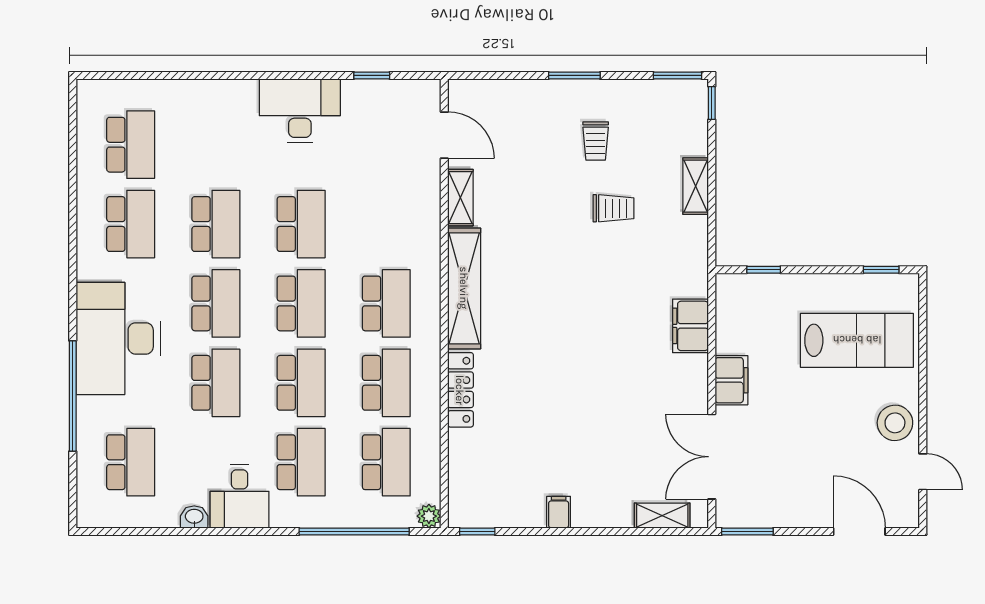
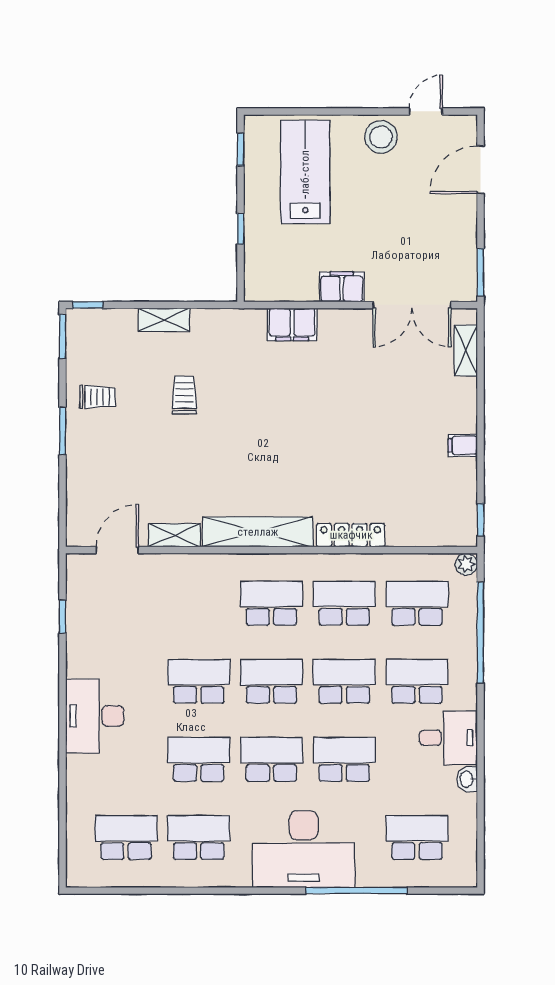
desk: (300, 111) -> (95, 716), moved
trolley: (596, 141) -> (97, 397), moved
window: (764, 270) -> (241, 229), moved

